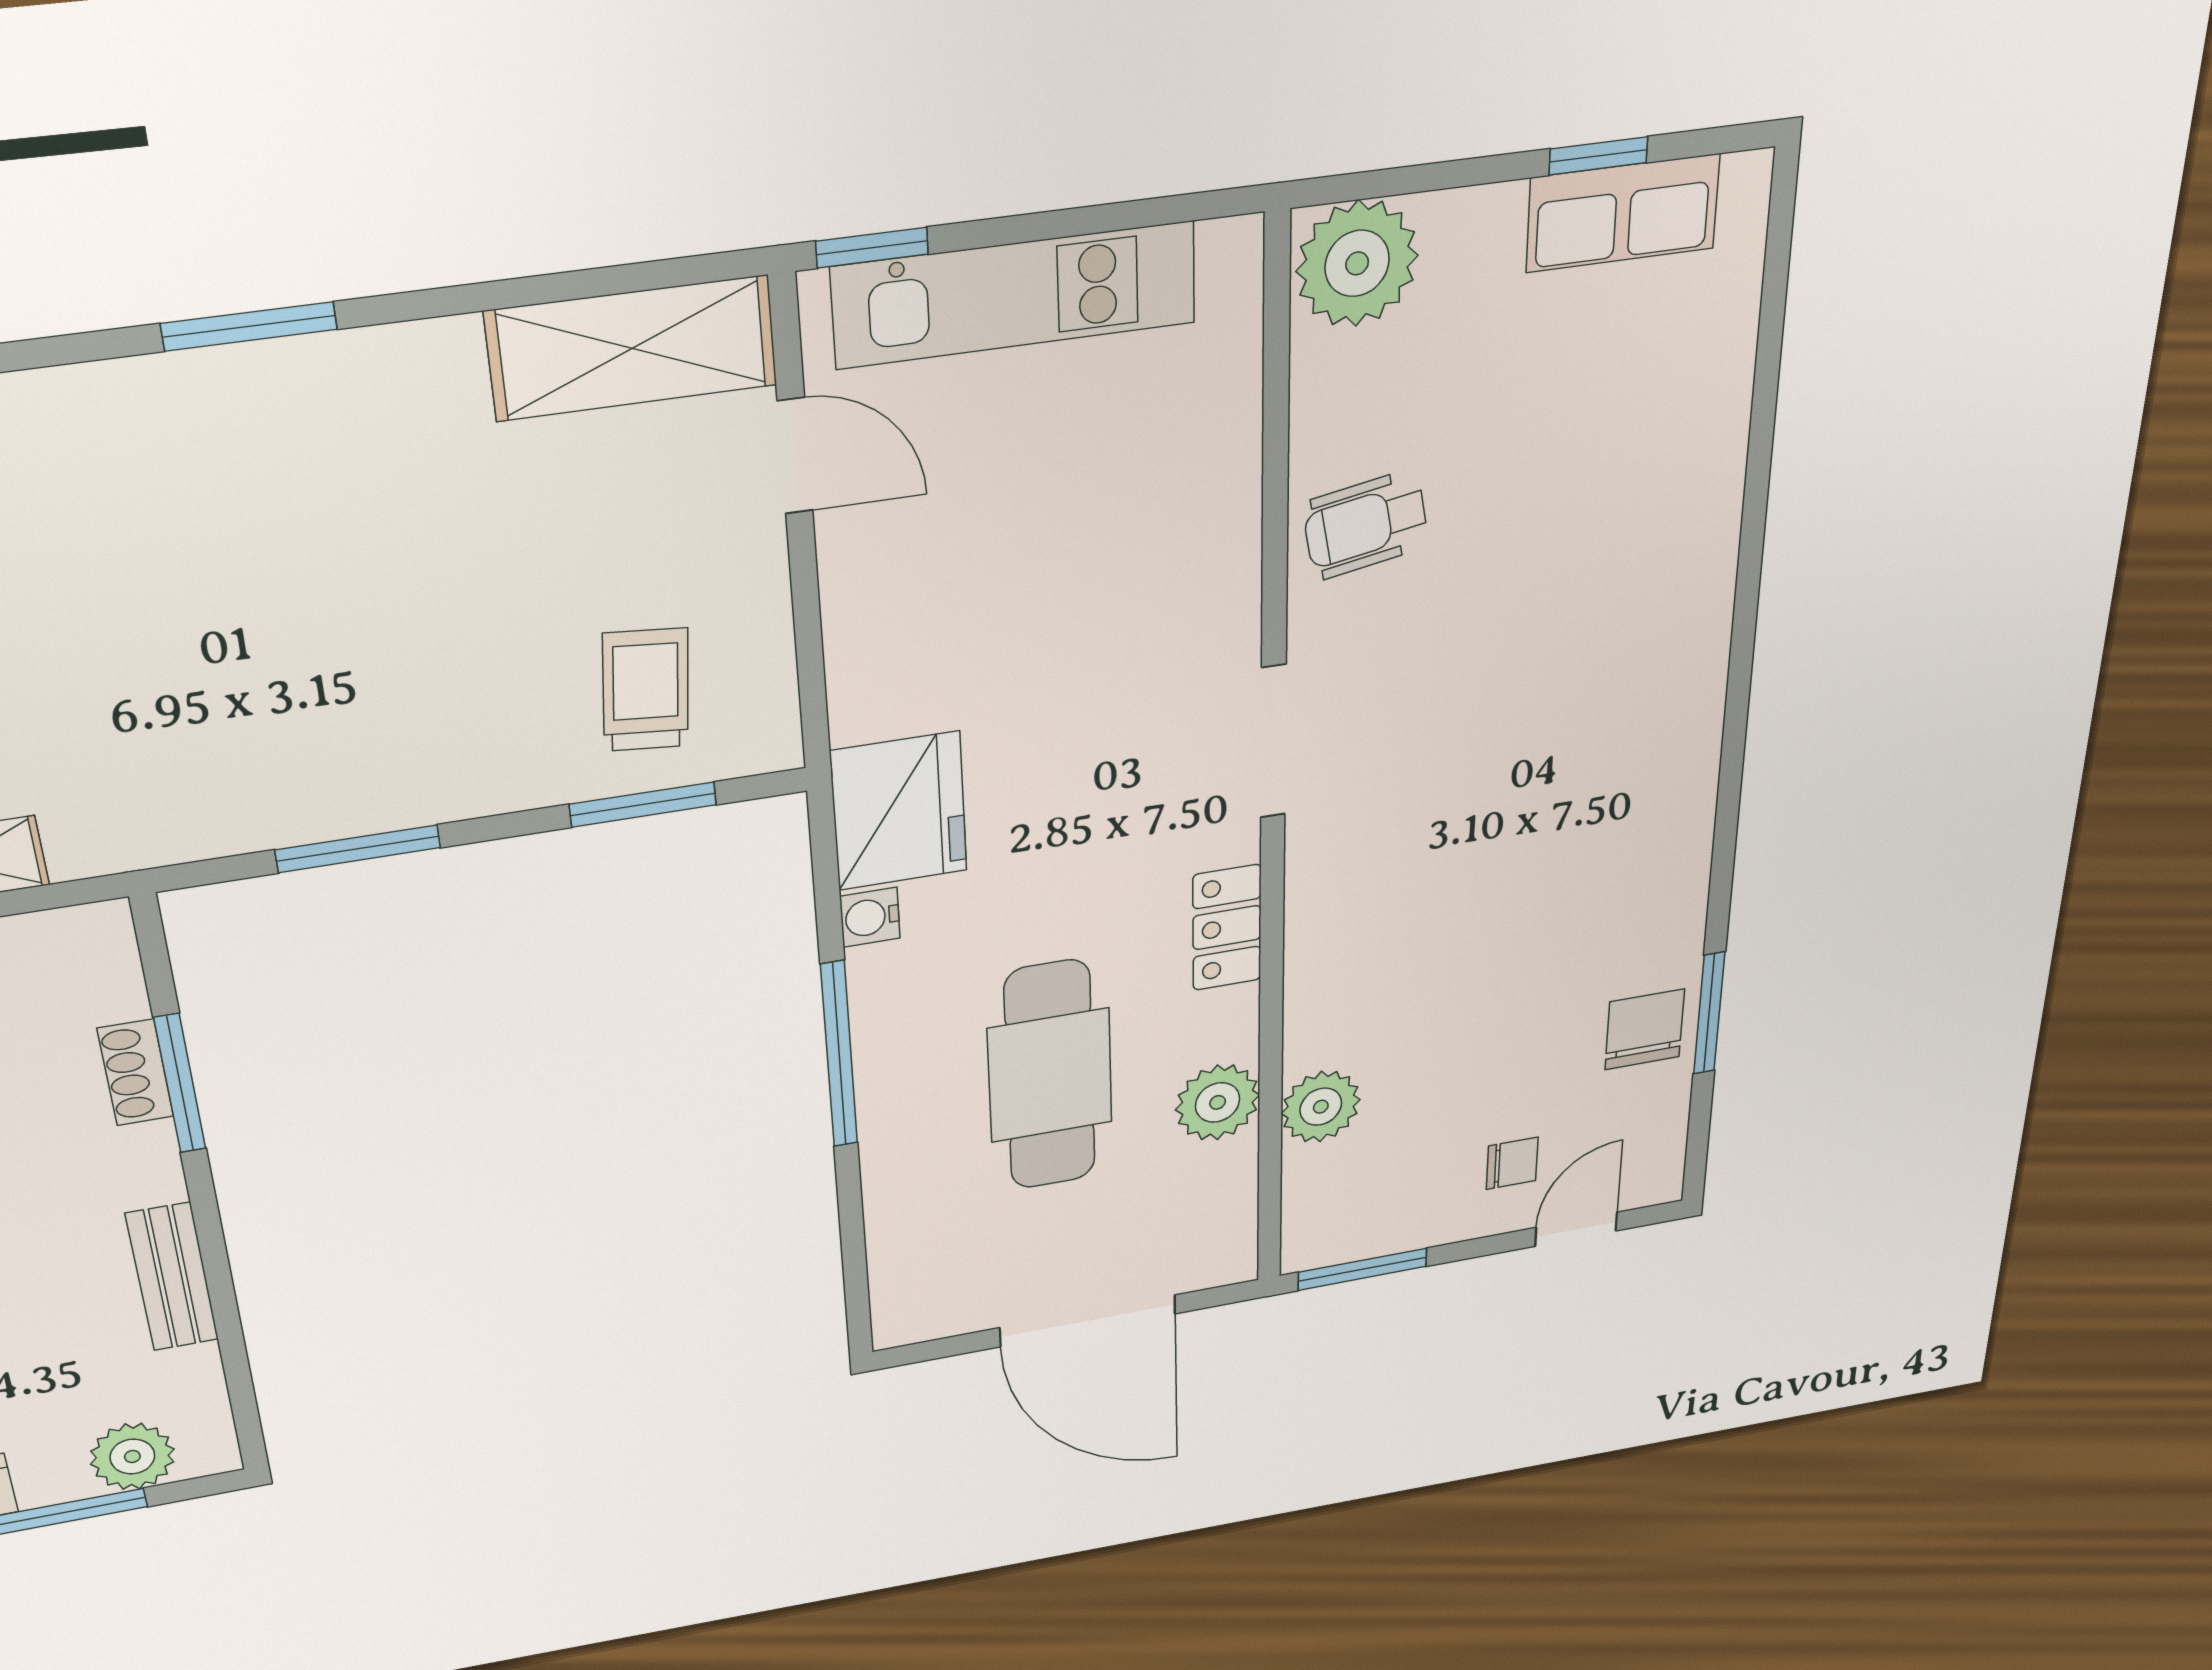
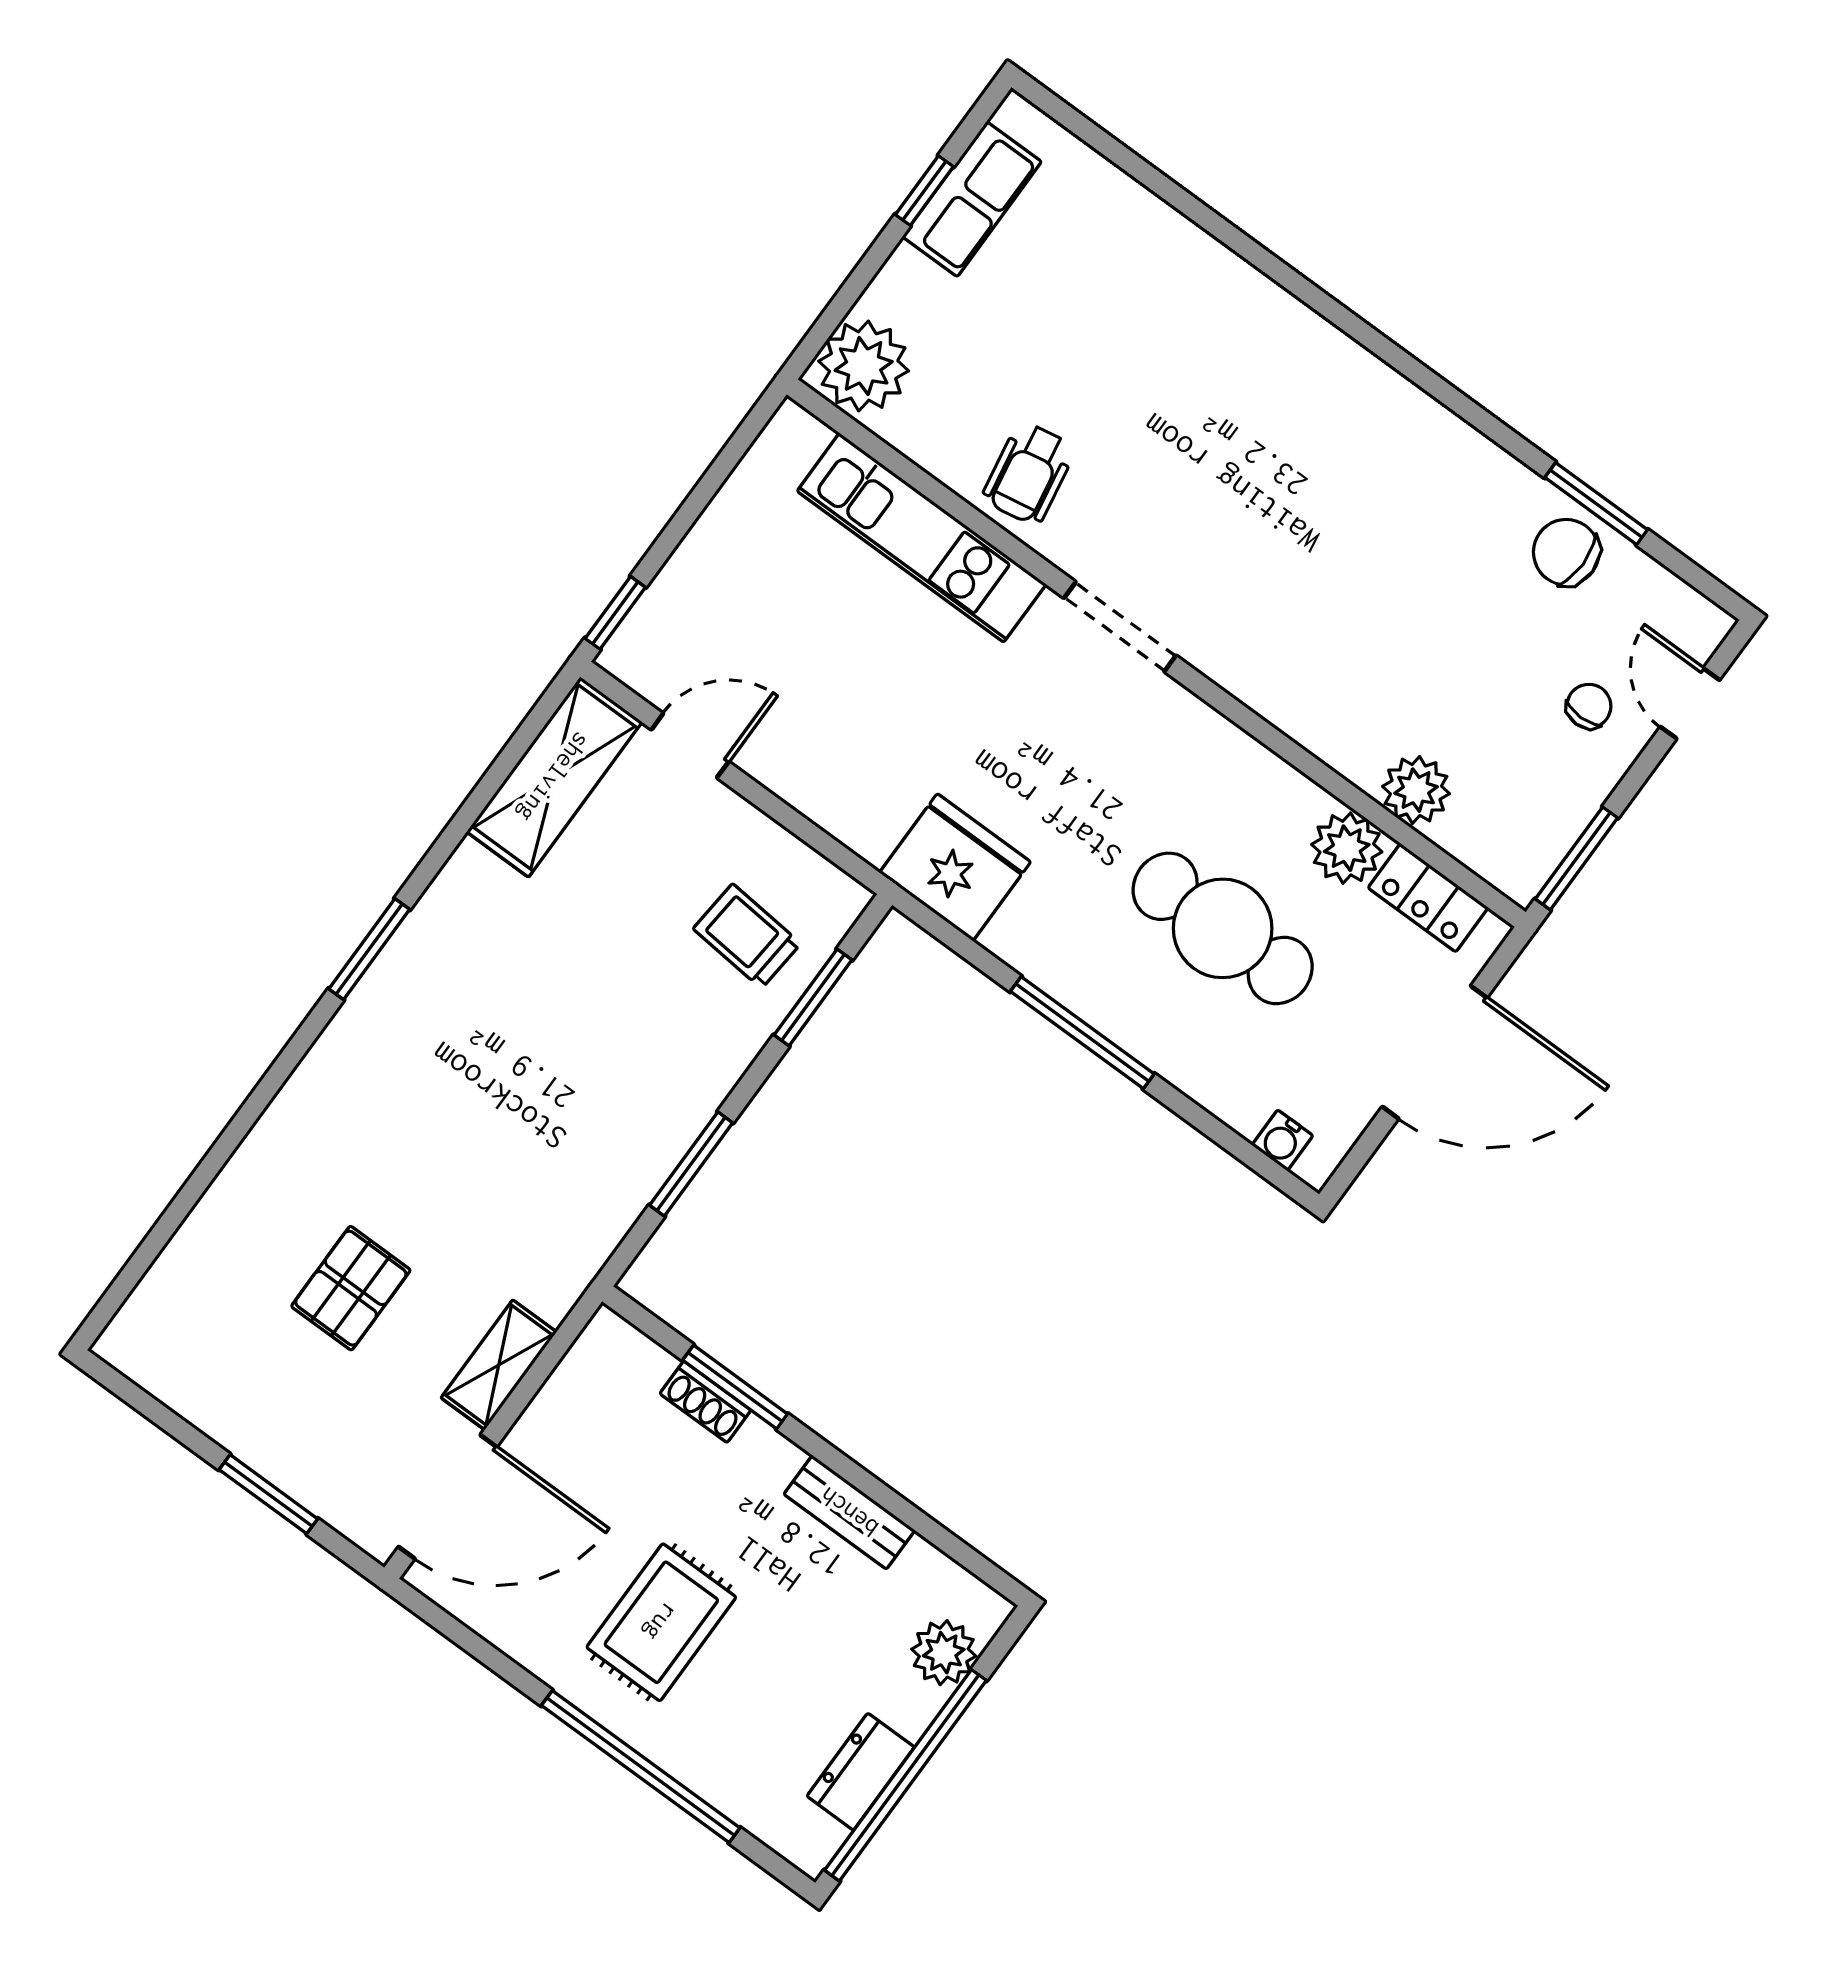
kitchen unit: (1015, 295) -> (922, 538), moved, turned 90
water cooler: (870, 917) -> (1282, 1140), moved
locker: (1227, 928) -> (1428, 898), moved

